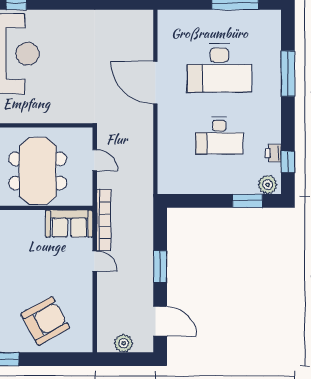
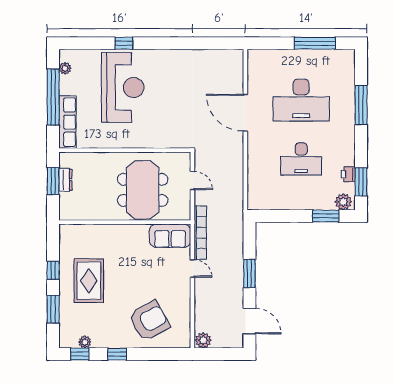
window: (288, 162) -> (361, 182), width x1.50
plant: (124, 343) -> (203, 340), moved

